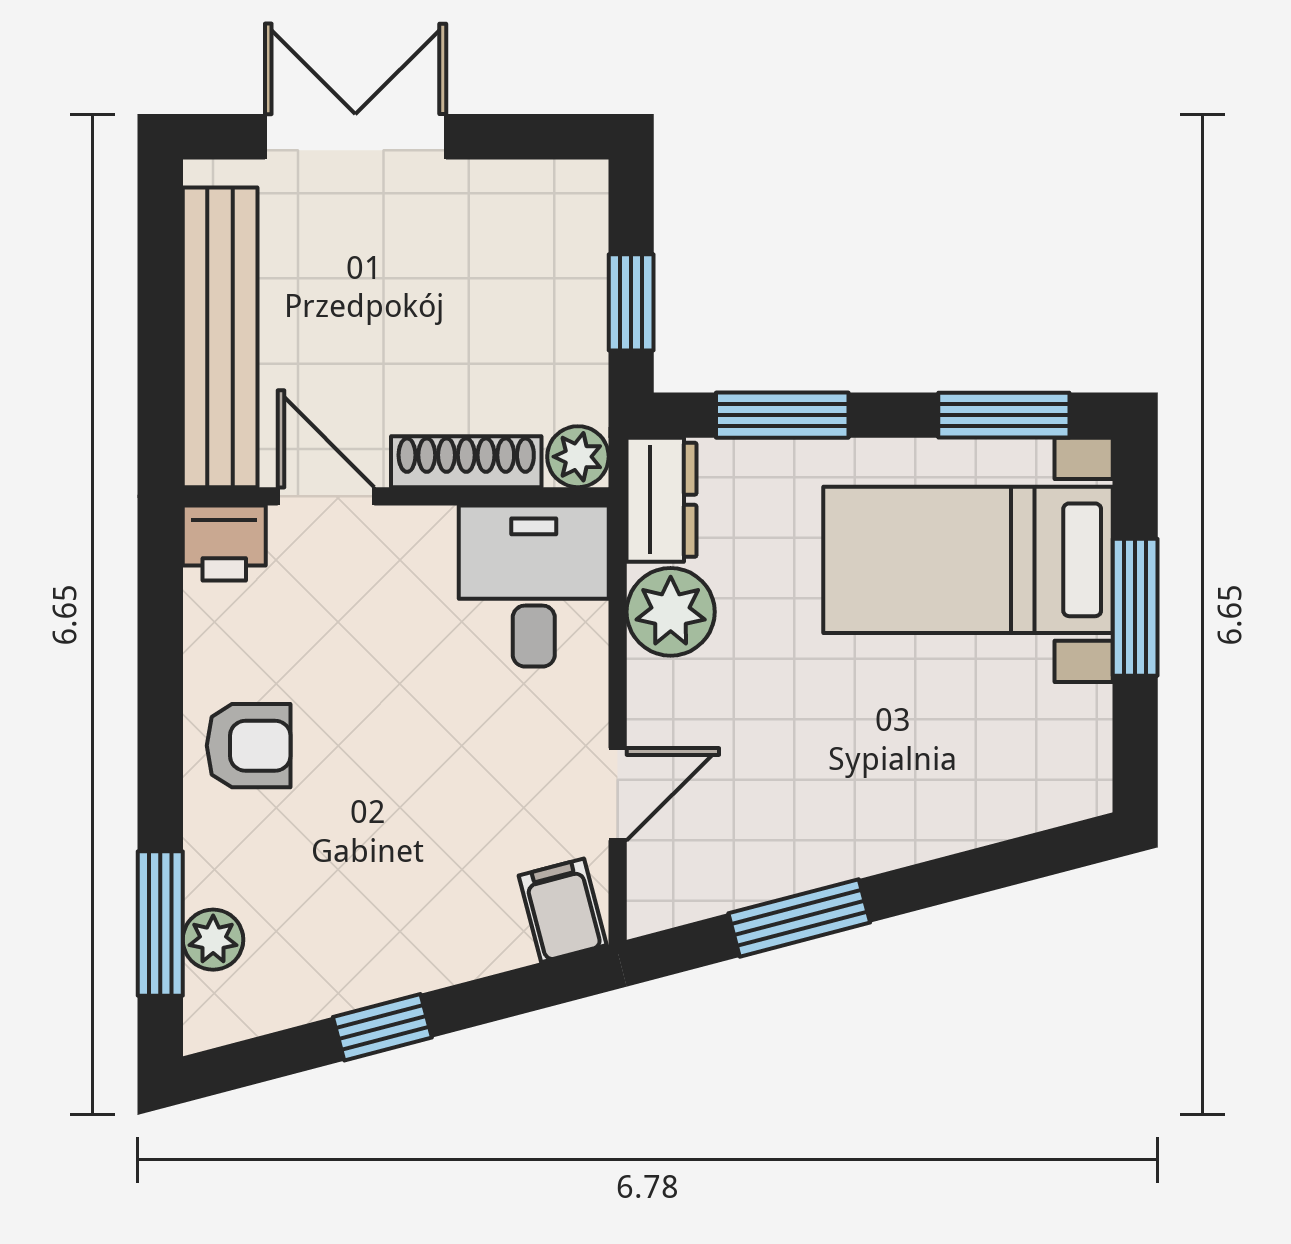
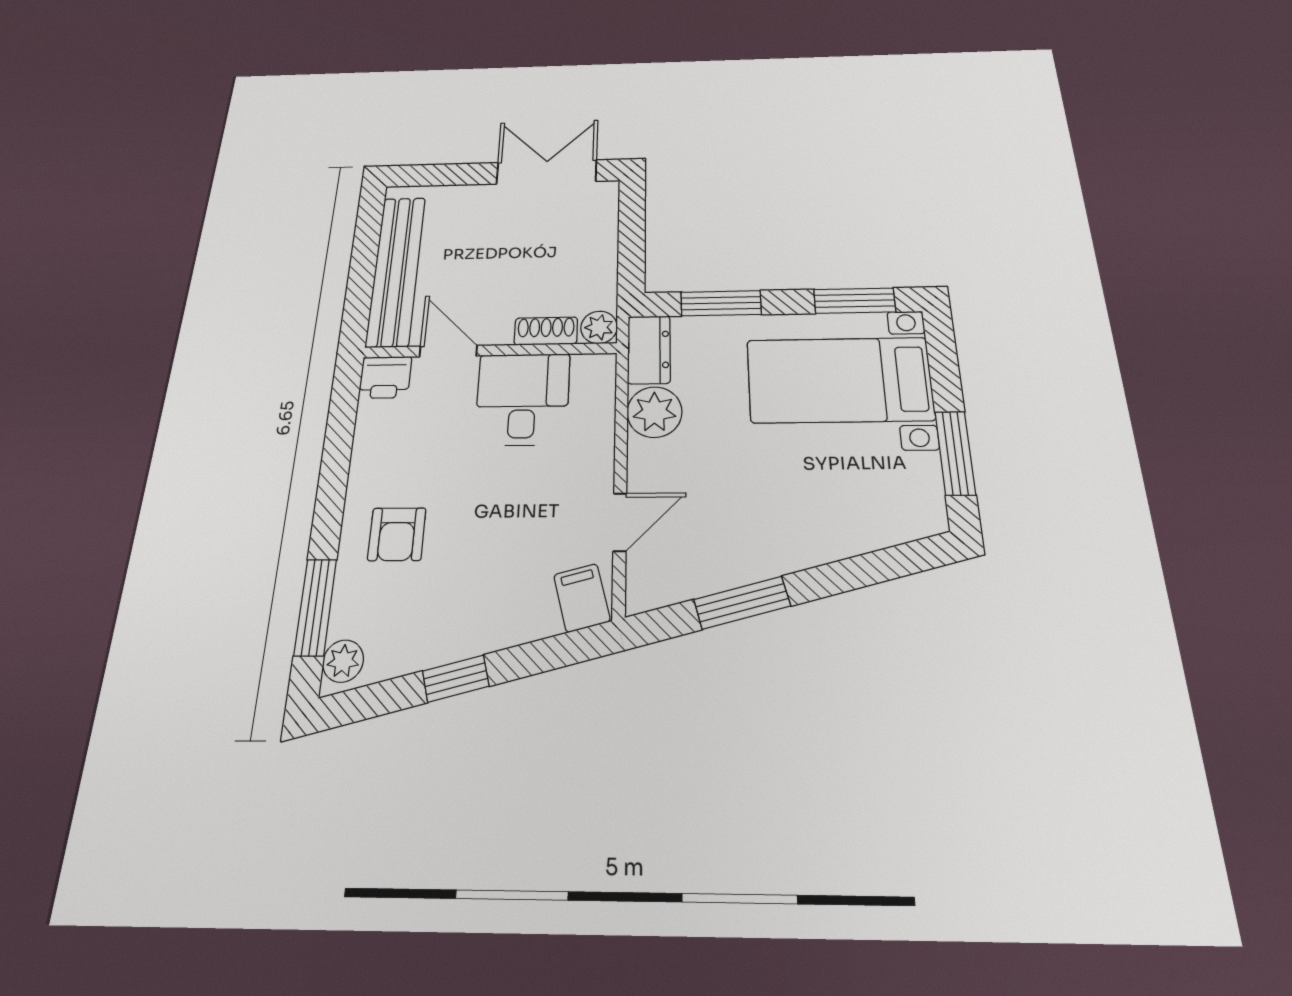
double door: (355, 137) -> (547, 172), moved
window: (631, 302) -> (632, 248), removed
shoe rack: (466, 462) -> (546, 331), width x0.70
desk: (534, 586) -> (523, 399), moved
window: (1135, 607) -> (955, 453), moved
armchair: (249, 746) -> (397, 534), moved, turned 90
plant: (213, 940) -> (343, 661), moved

